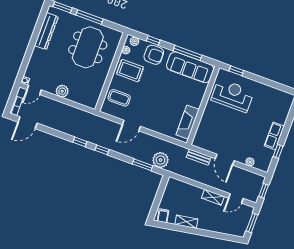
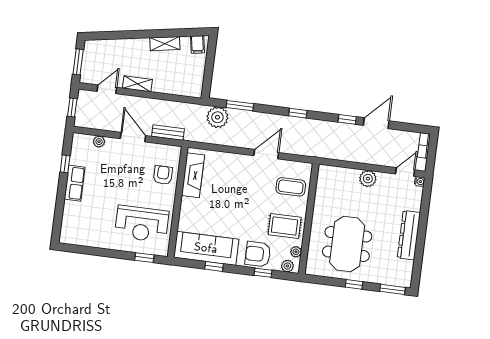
window: (89, 17) -> (354, 284), width x0.46
dresser: (46, 31) -> (409, 235), moved
window: (187, 53) -> (214, 266), width x0.46
door: (28, 123) -> (376, 123), moved
armchair: (209, 127) -> (163, 175), added
window: (80, 142) -> (347, 119), moved

